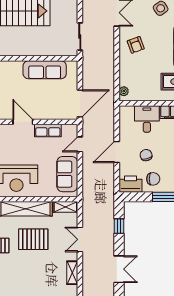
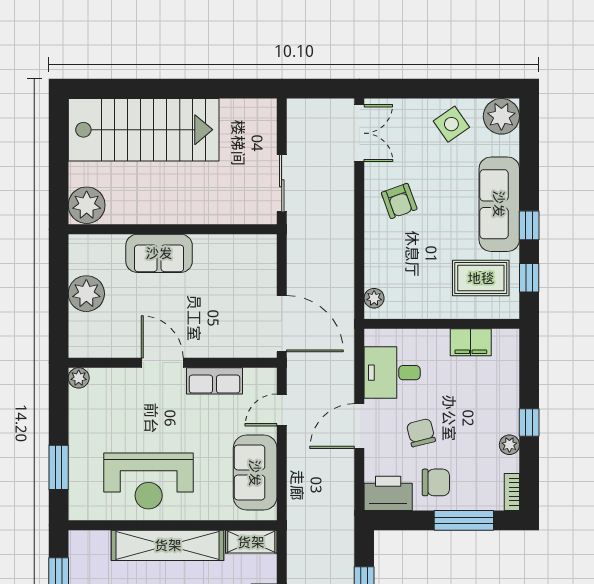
sofa: (45, 70) -> (159, 253), moved, width x0.73
door: (80, 103) -> (282, 324), hinge flipped
desk: (147, 119) -> (392, 373), moved, turned -90

